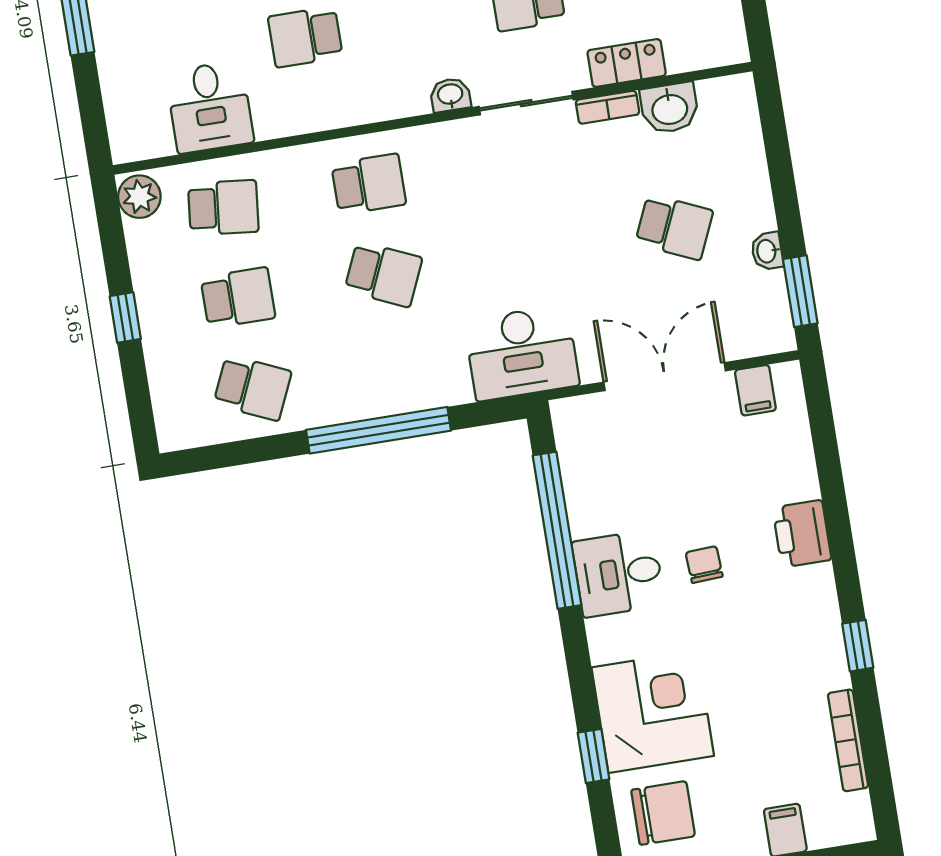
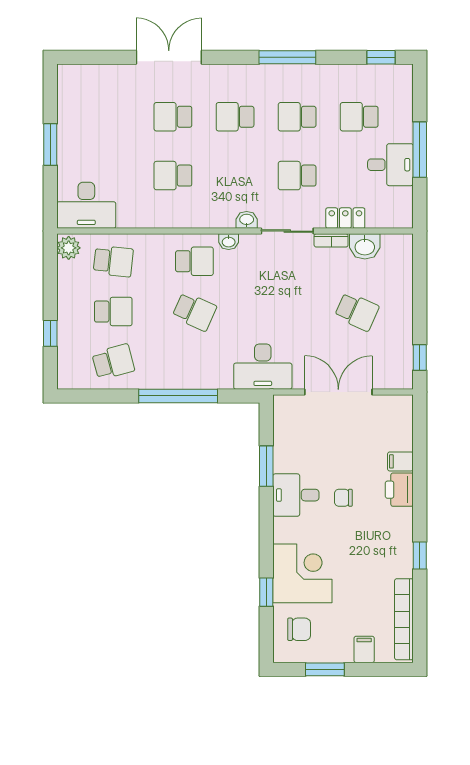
desk: (210, 107) -> (86, 205), moved, width x1.37
washbasin: (767, 251) -> (229, 242), moved, turned -90
window: (800, 291) -> (420, 358), width x0.67
window: (125, 318) -> (50, 333), moved
school desk: (252, 388) -> (113, 362), turned -39
filing cabinet: (755, 390) -> (400, 461), moved, turned 90
window: (557, 530) -> (266, 466), width x0.47
chair: (704, 565) -> (343, 498), turned -87
bookcase: (848, 740) -> (404, 619), width x1.48, depth x1.31
chair: (663, 813) -> (299, 629), width x0.73, depth x0.73

